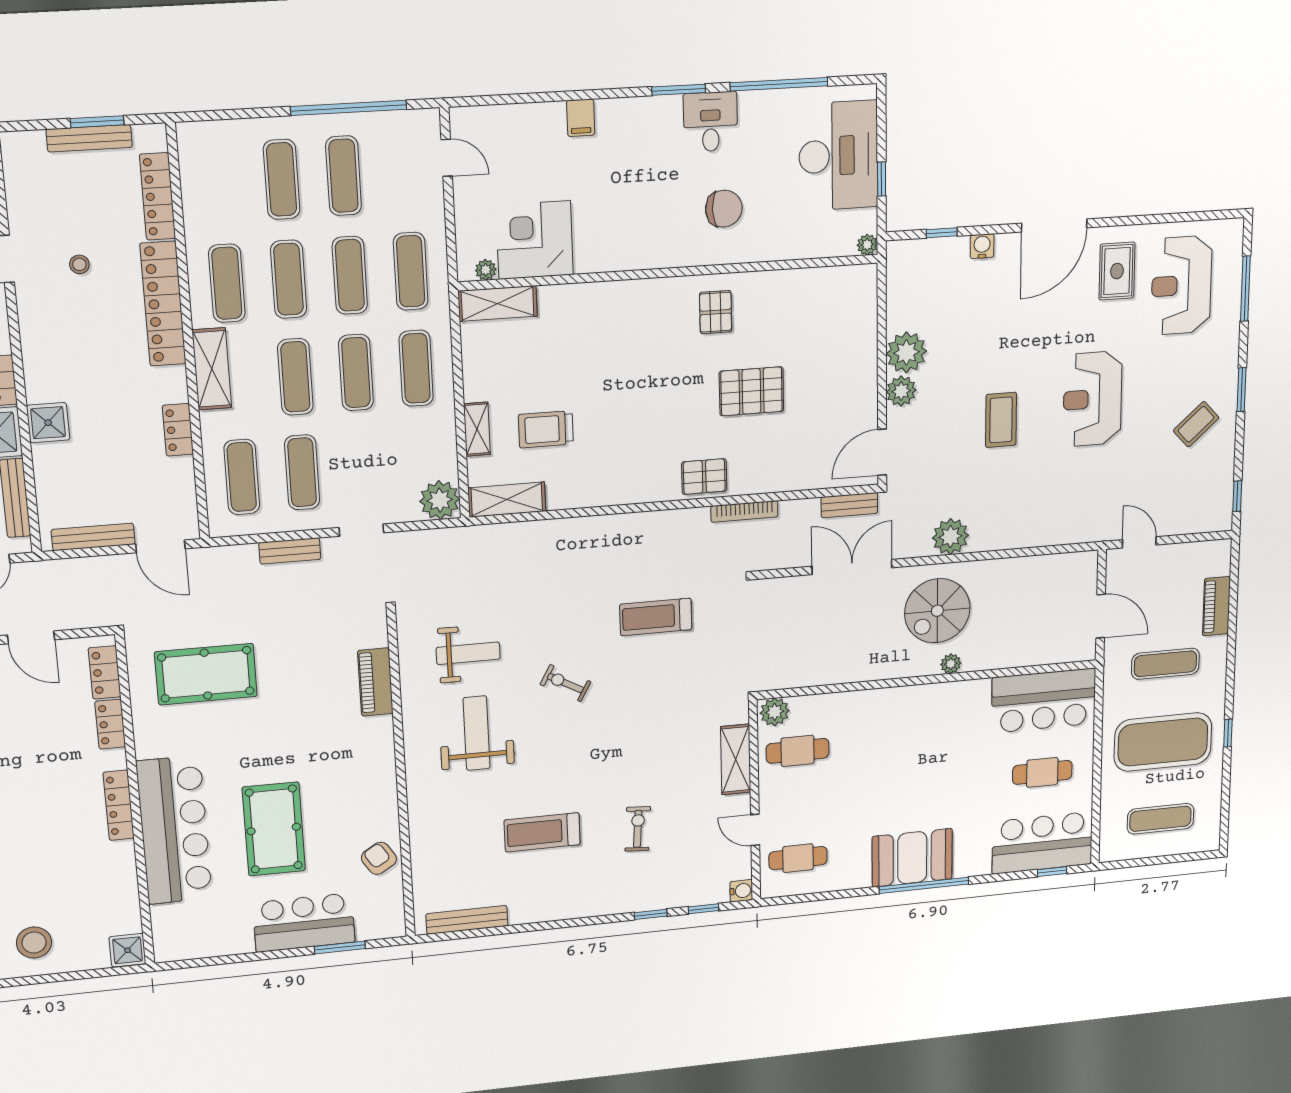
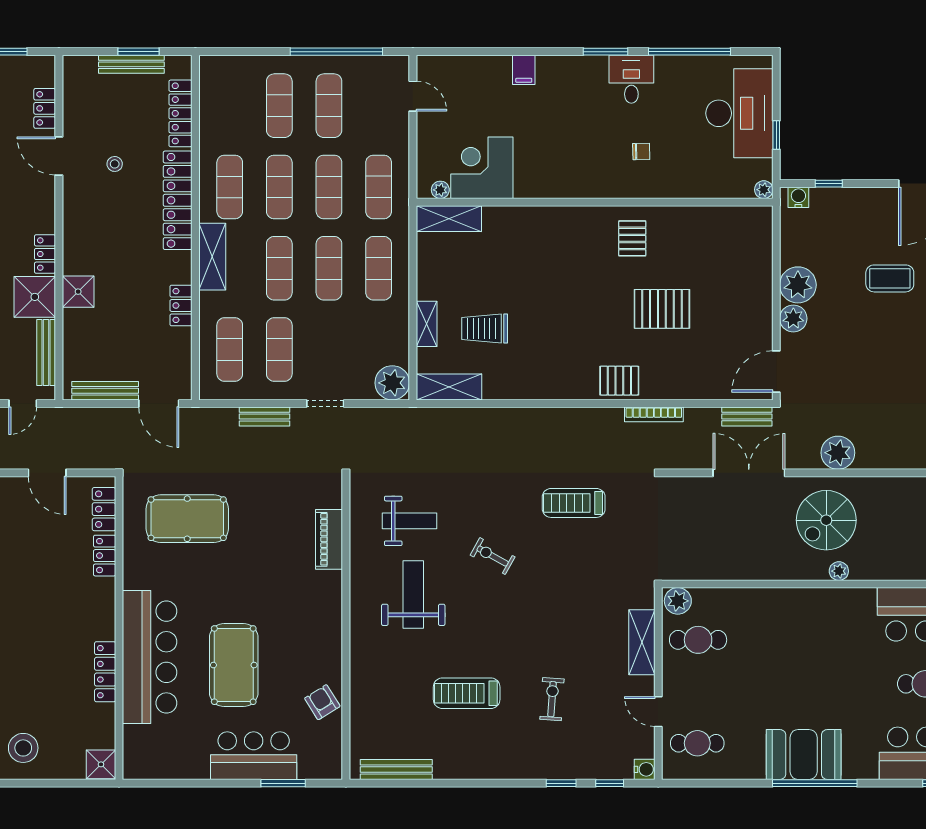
chair: (724, 209) -> (641, 152), width x0.54, depth x0.54
water cooler: (982, 246) -> (798, 197), moved
coffee table: (1001, 420) -> (890, 278), moved, turned 90
locker: (119, 805) -> (105, 672), moved

